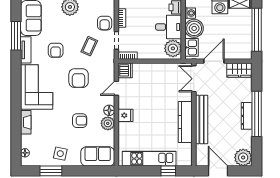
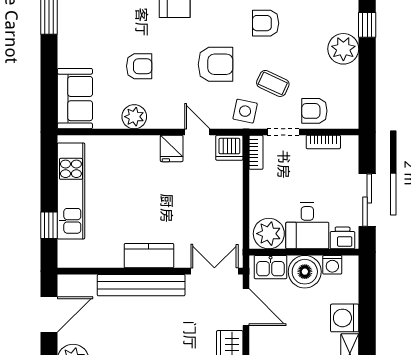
armchair: (79, 78) -> (216, 64), turned 180
floor lamp: (109, 110) -> (158, 119), removed
fridge: (125, 115) -> (172, 148), moved
armchair: (80, 121) -> (139, 66), turned -90
kitchen counter: (185, 122) -> (149, 256), width x0.67
side table: (60, 154) -> (245, 111), moved

